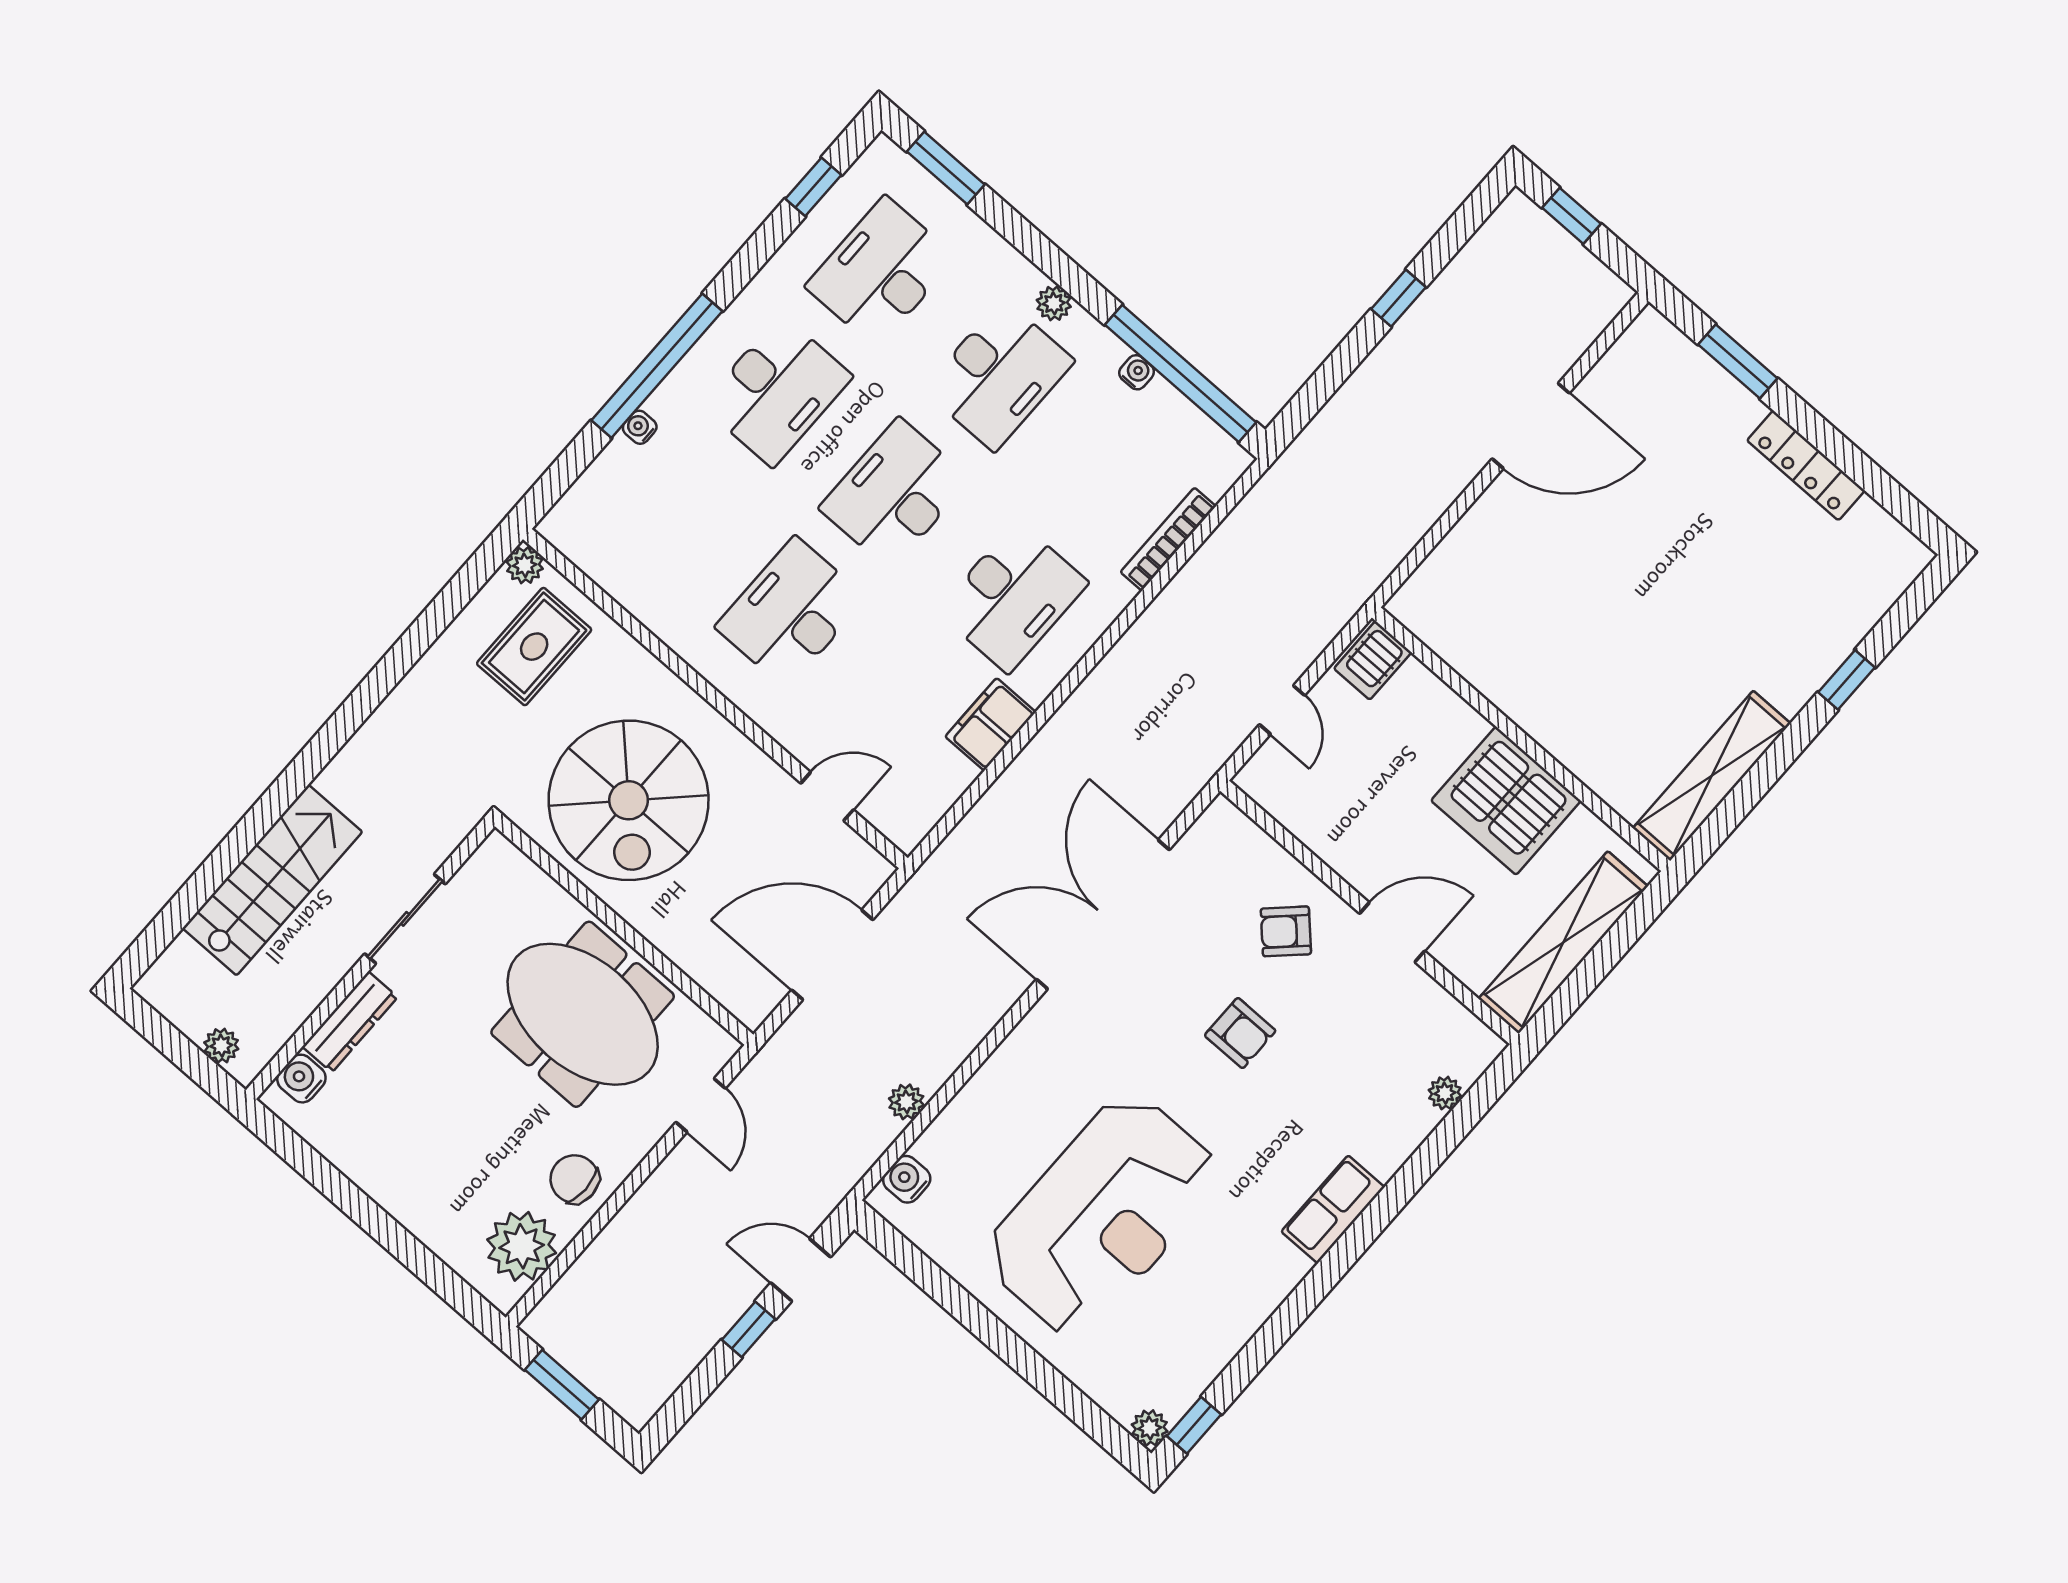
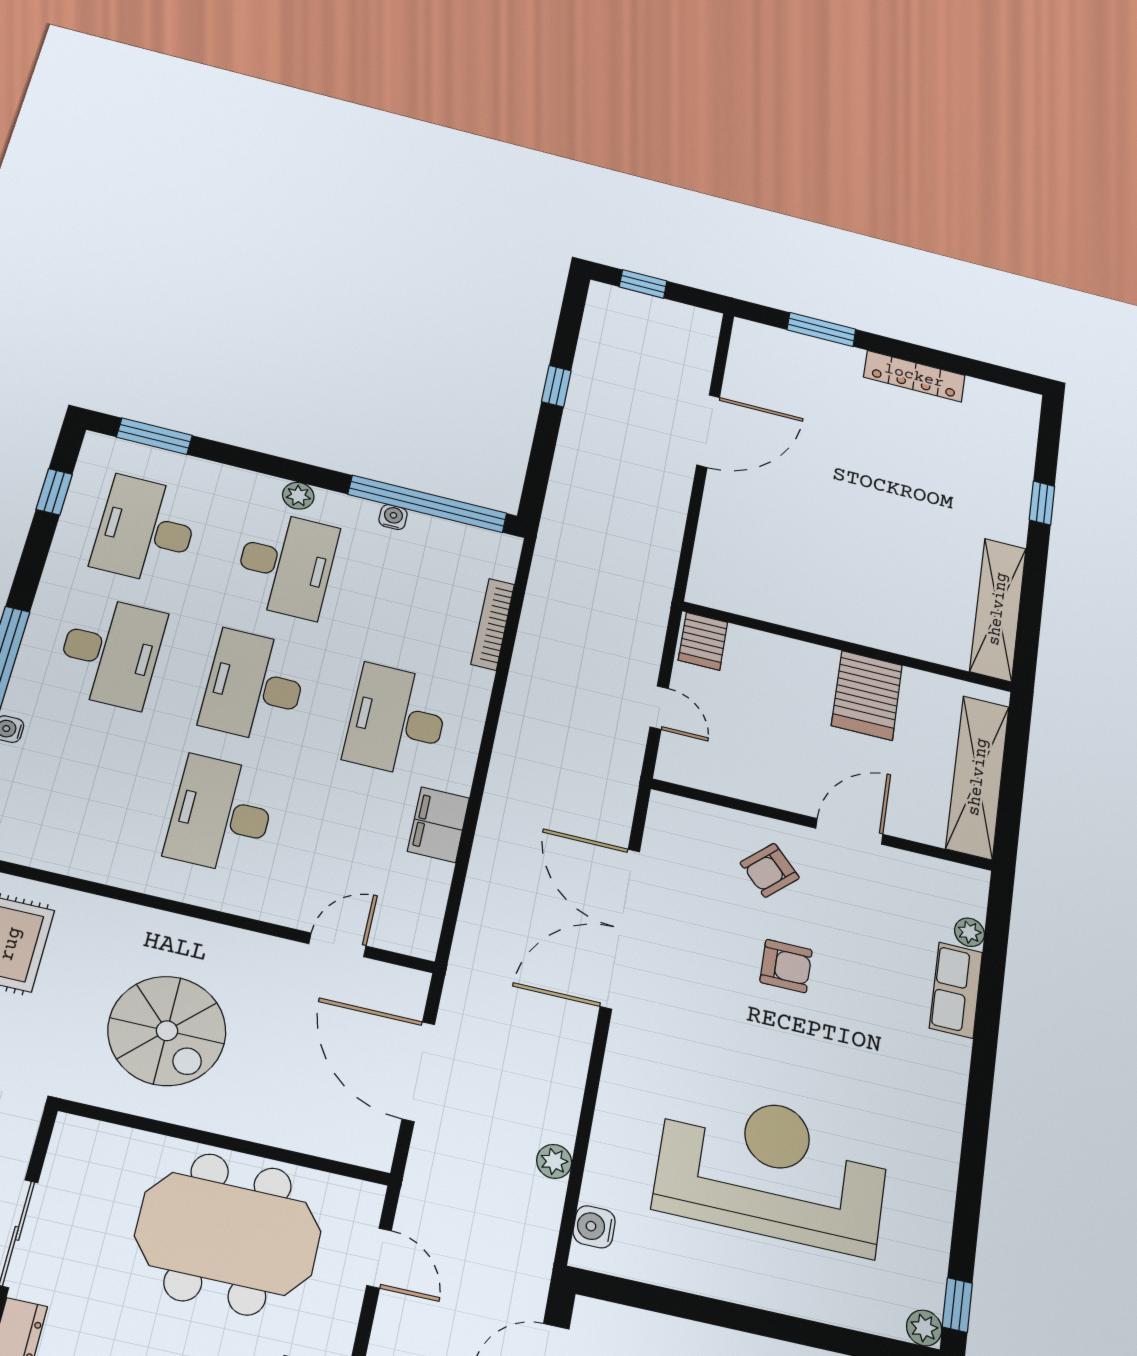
desk: (1013, 597) -> (397, 721), turned 180
spiral stairs: (629, 800) -> (167, 1031), width x0.73, depth x0.73
server rack: (1506, 801) -> (867, 695), width x0.62
door: (832, 955) -> (418, 1071), hinge flipped
row of seats: (1333, 1209) -> (956, 990), moved
reception desk: (1102, 1215) -> (772, 1170), turned -90

